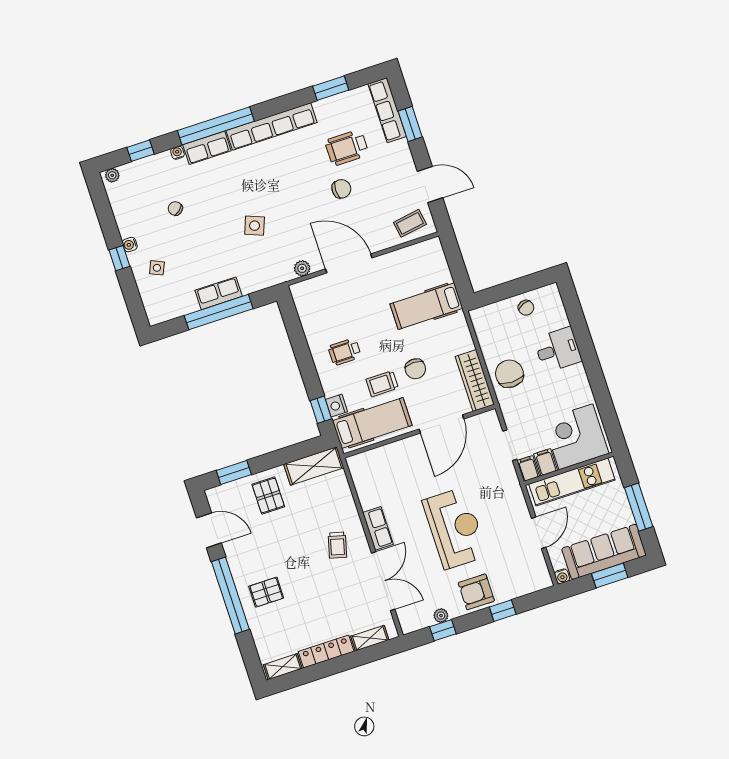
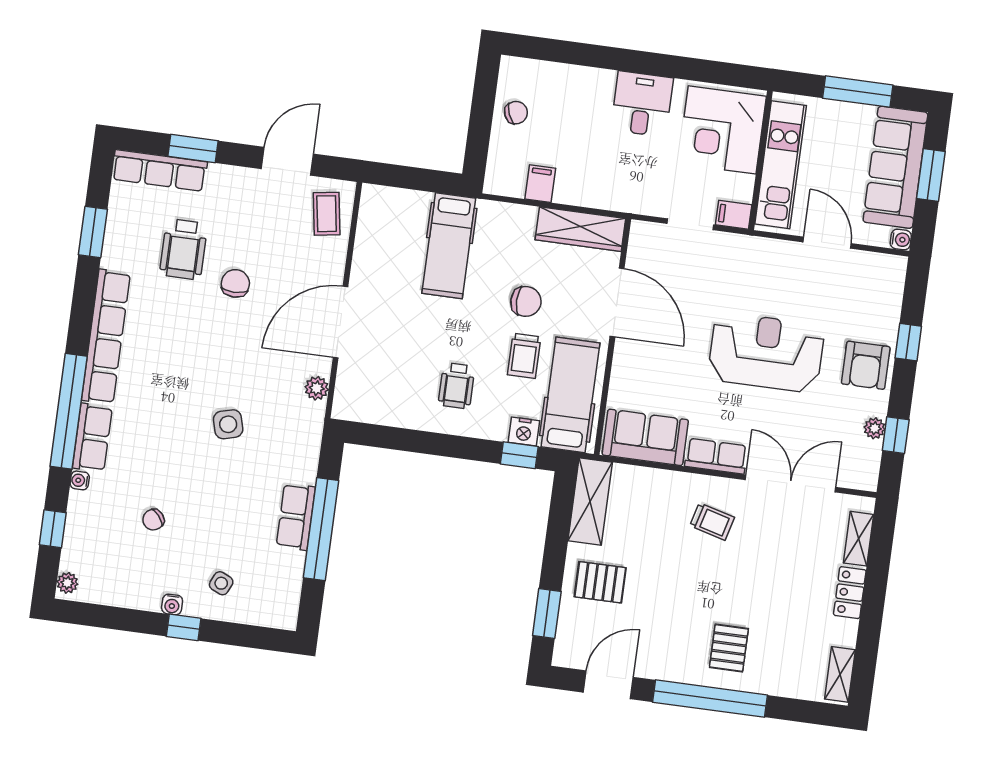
side table: (255, 226) -> (228, 424), turned -36
desk: (558, 350) -> (642, 104), moved
chair: (509, 374) -> (594, 178), removed
filing cabinet: (546, 462) -> (540, 184), moved, turned 90
sofa: (368, 480) -> (645, 437), added
locker: (326, 652) -> (850, 593), width x0.66

